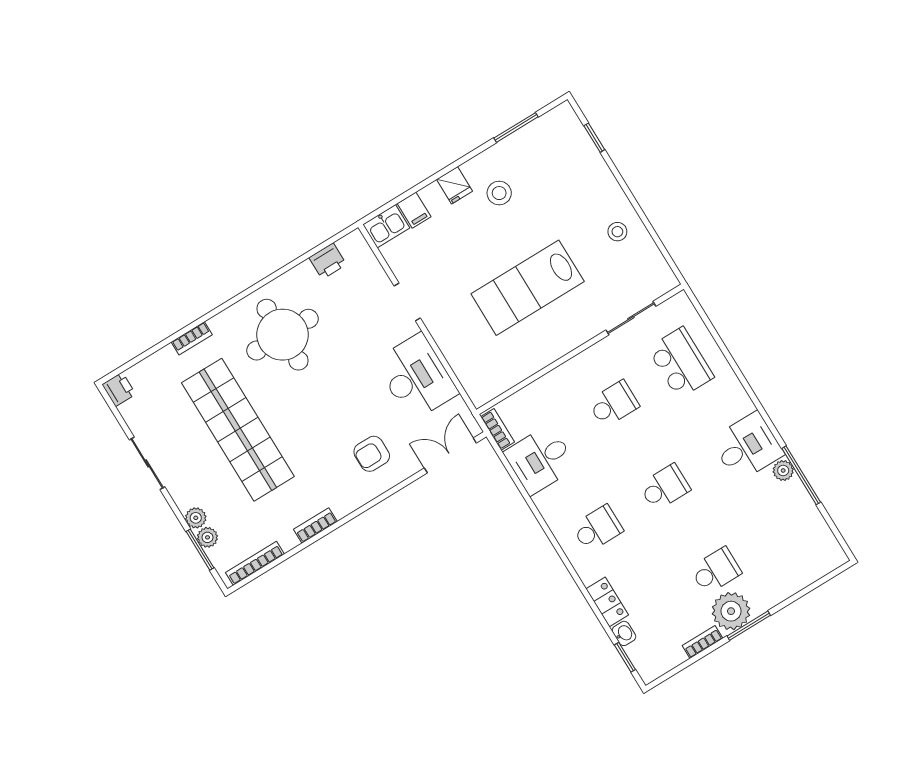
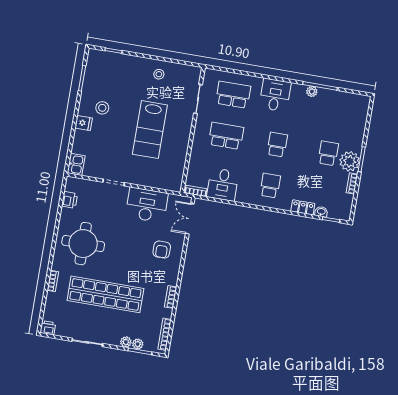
filing cabinet: (414, 210) -> (79, 148), removed
school desk: (614, 404) -> (226, 136), width x1.85
desk: (747, 447) -> (275, 95), moved

